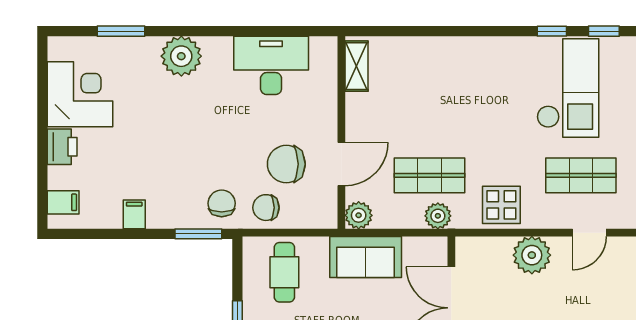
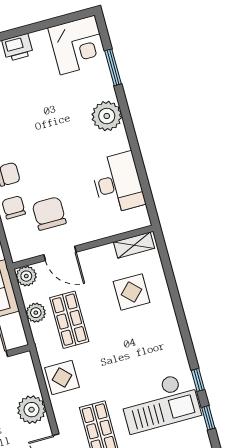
display table: (416, 86) -> (132, 292), added
corner desk: (80, 94) -> (78, 45), moved
plant: (438, 216) -> (36, 313), moved

